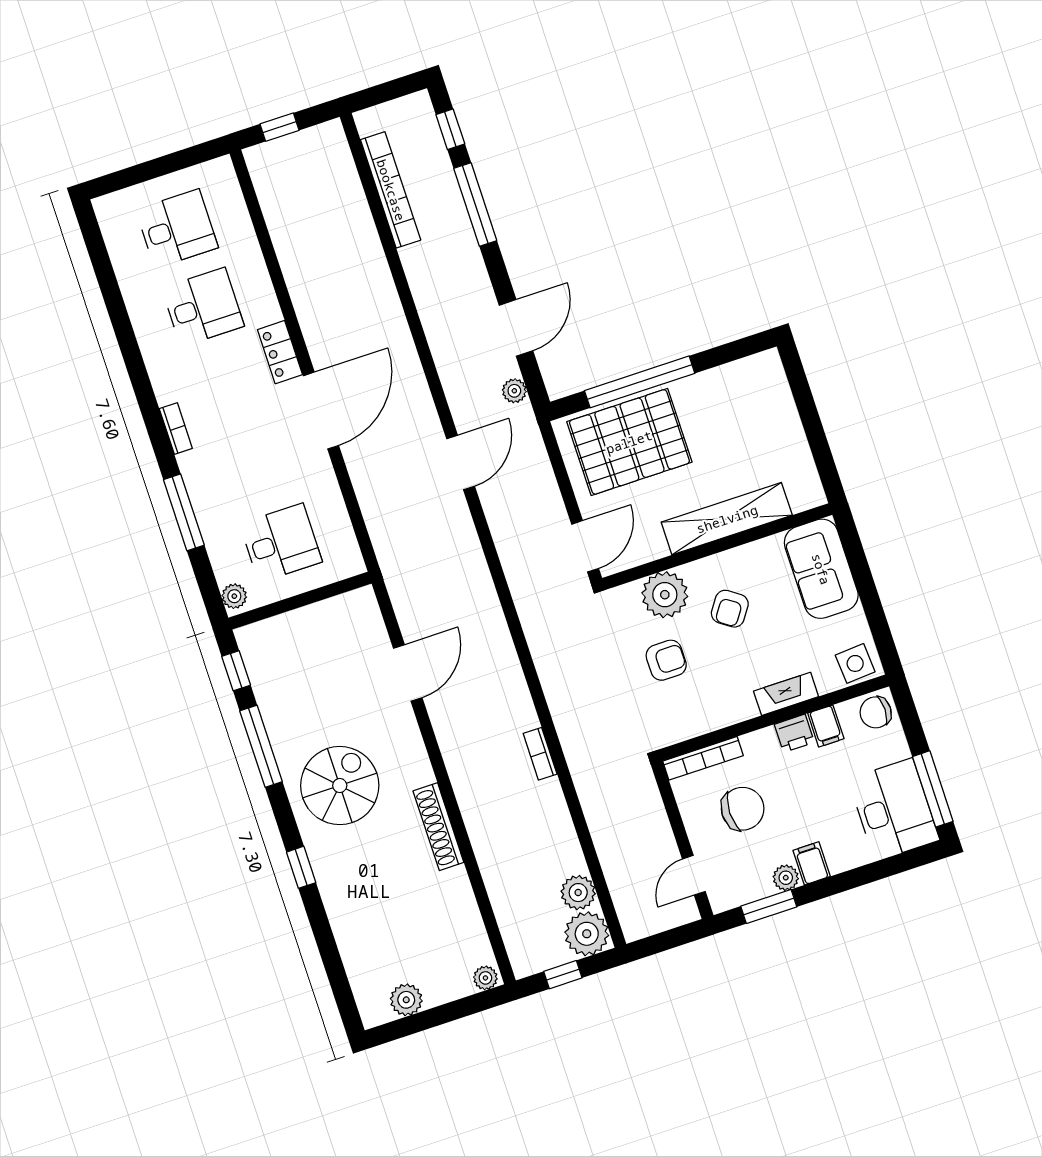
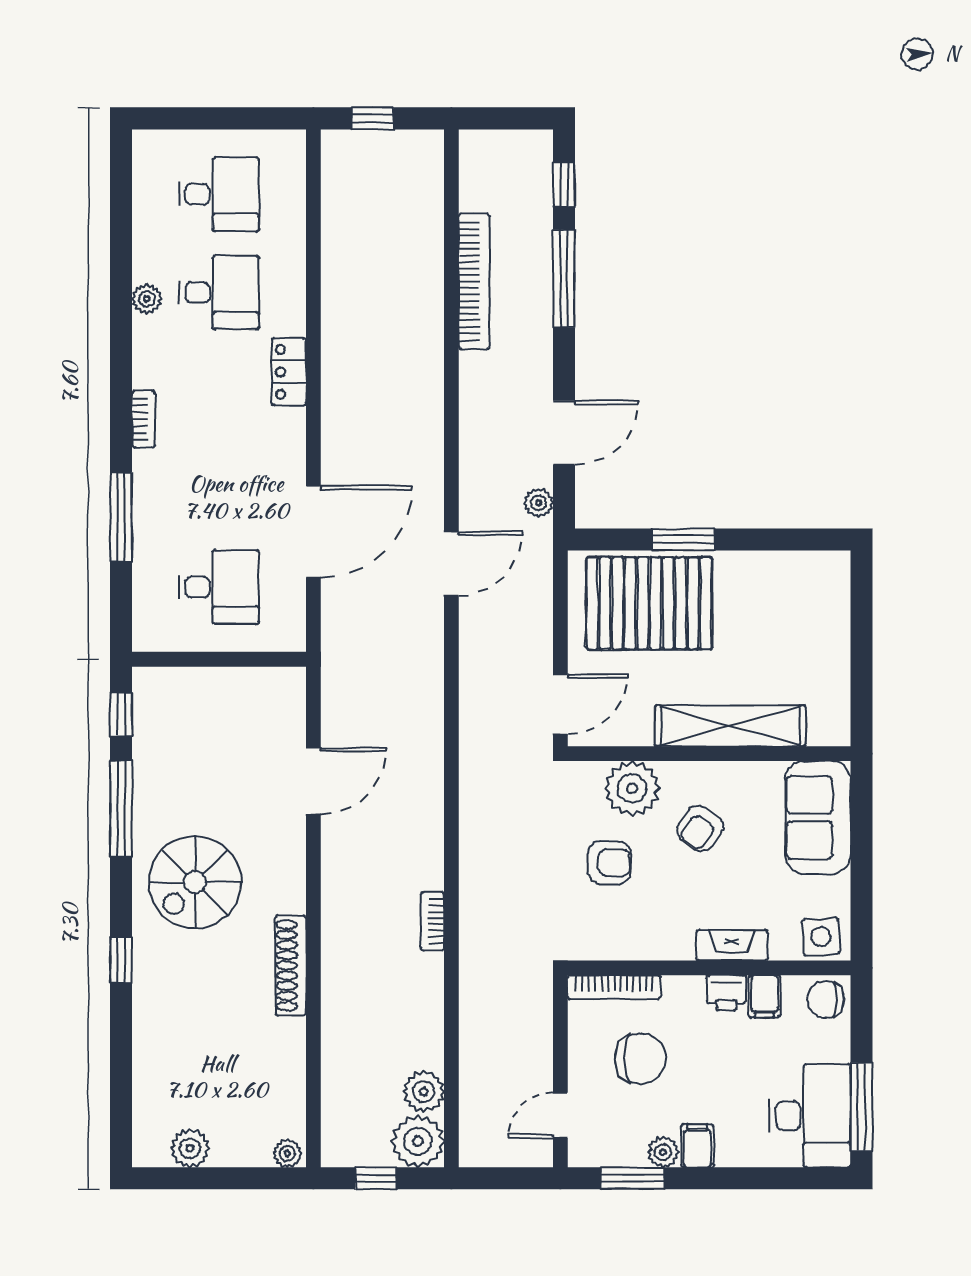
bookcase: (391, 190) -> (474, 281), moved
window: (640, 382) -> (683, 539), width x0.47
door: (321, 411) -> (313, 532), moved
plant: (234, 596) -> (147, 299), moved
spiral stairs: (340, 786) -> (195, 882), turned 180

